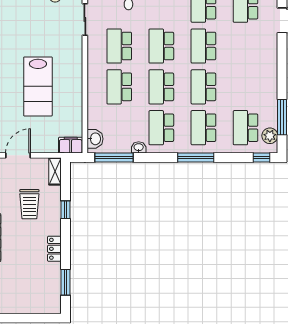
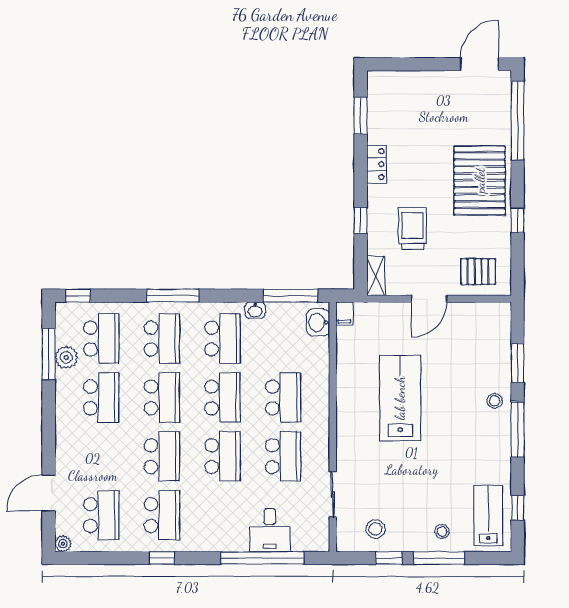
school desk: (246, 87) -> (101, 397), added
plant: (270, 136) -> (66, 357), moved
filing cabinet: (71, 145) -> (344, 313), width x0.50

